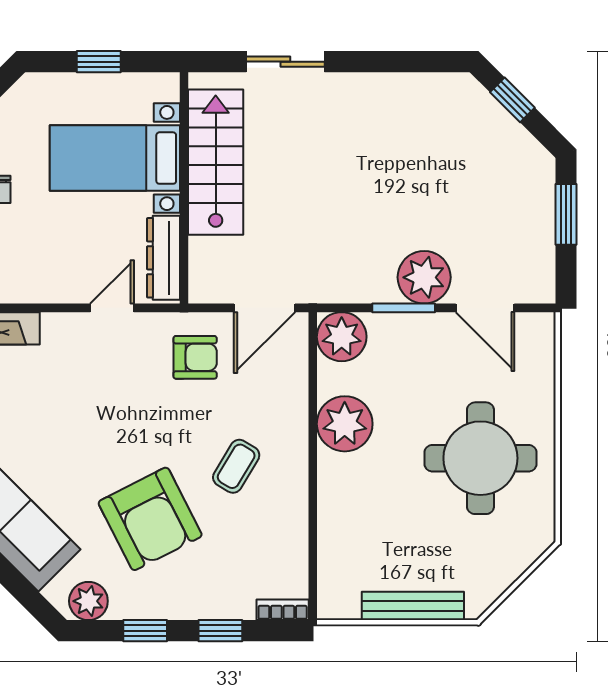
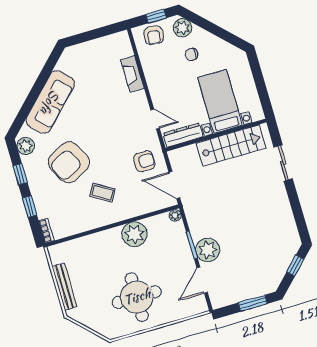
window: (99, 62) -> (260, 82), removed
plant: (342, 337) -> (175, 215), width x0.53, depth x0.53
armchair: (195, 357) -> (144, 161), turned -90

